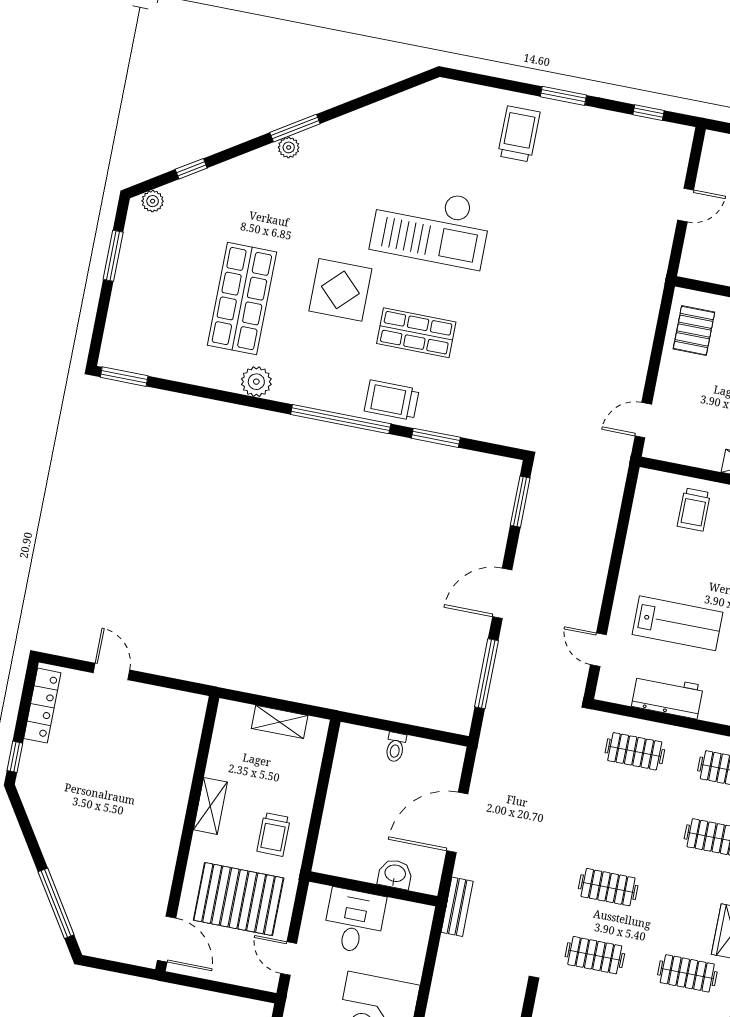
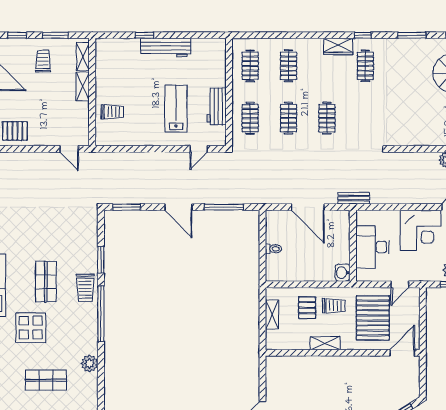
shop shelf: (242, 299) -> (46, 380), width x0.70, depth x0.74
pallet: (280, 786) -> (307, 308), added
washbasin: (395, 874) -> (343, 273), moved
desk: (354, 921) -> (372, 247), width x1.37
clothes rail: (595, 955) -> (289, 118), moved

